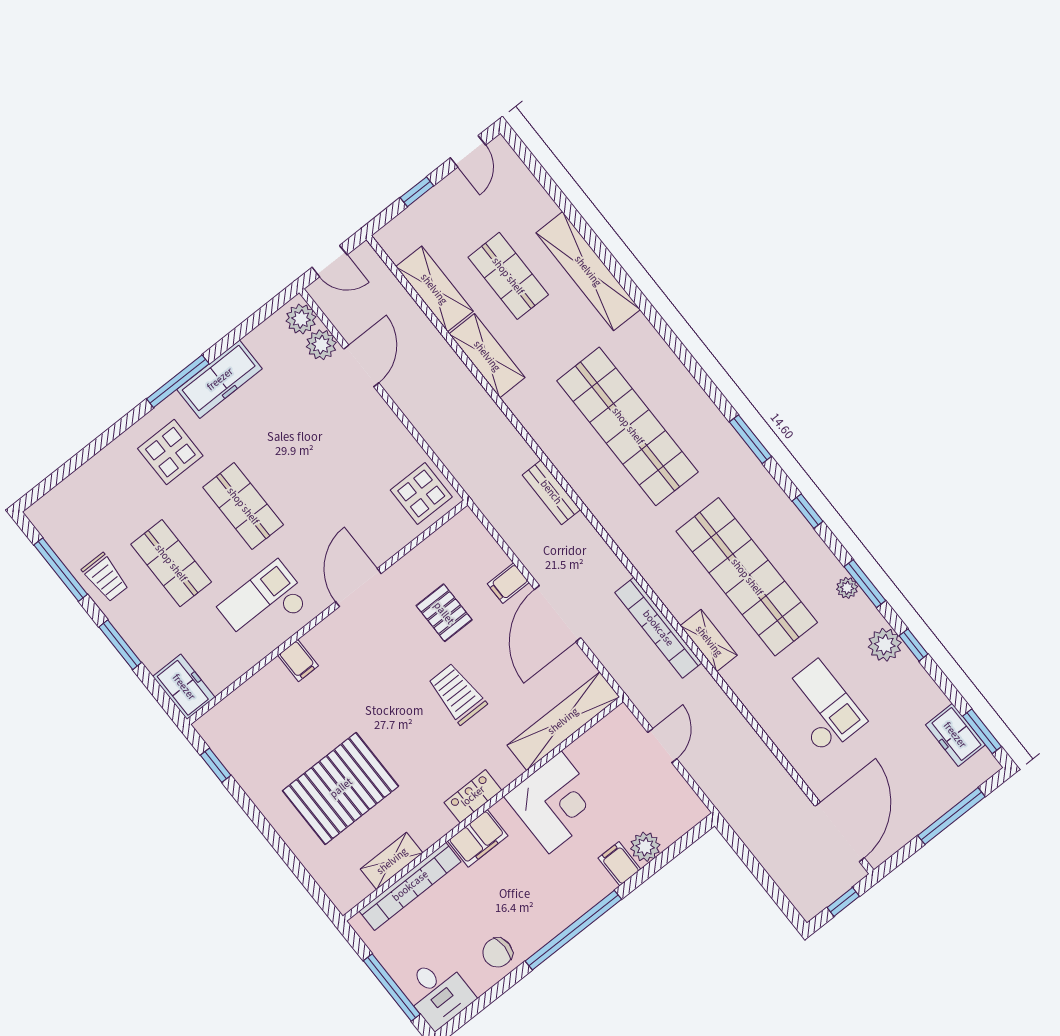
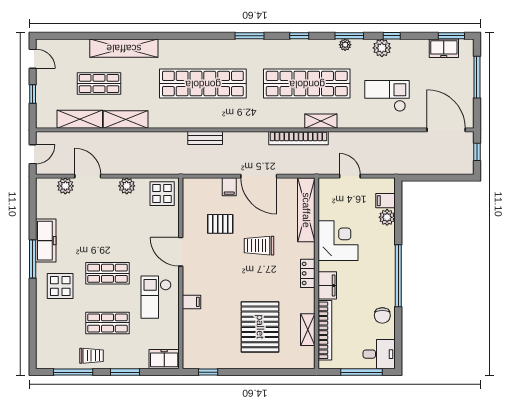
plant: (301, 319) -> (127, 186), moved
filing cabinet: (619, 864) -> (386, 201), moved

